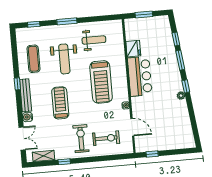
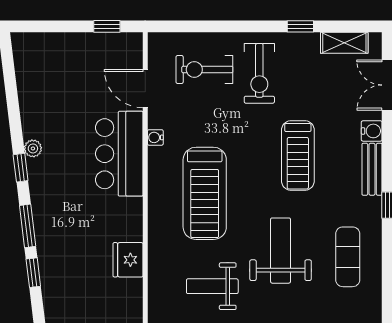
bar counter: (140, 76) -> (119, 154), moved
treadmill: (101, 82) -> (205, 193), turned 180
bench: (26, 95) -> (372, 169), width x0.73

